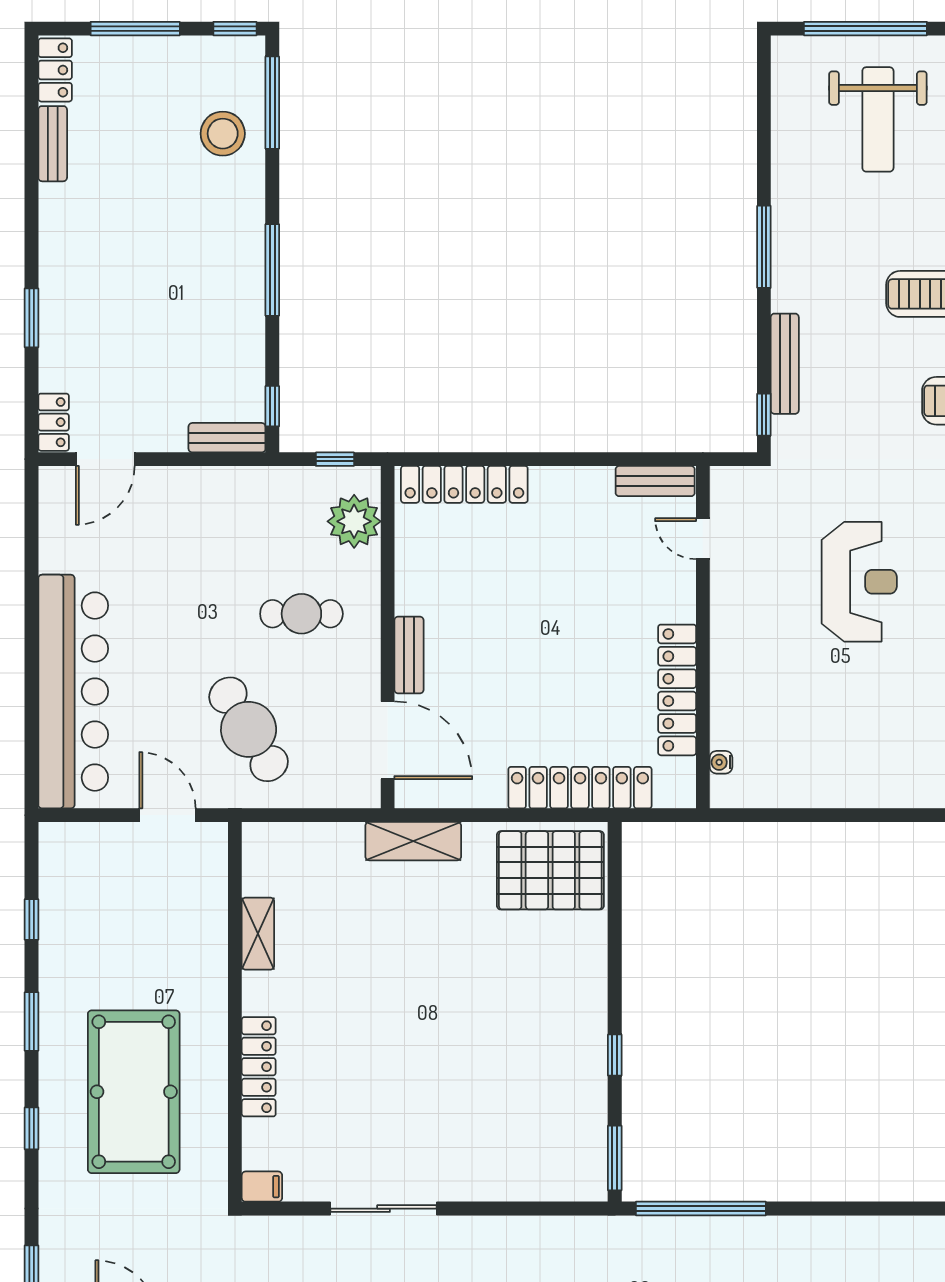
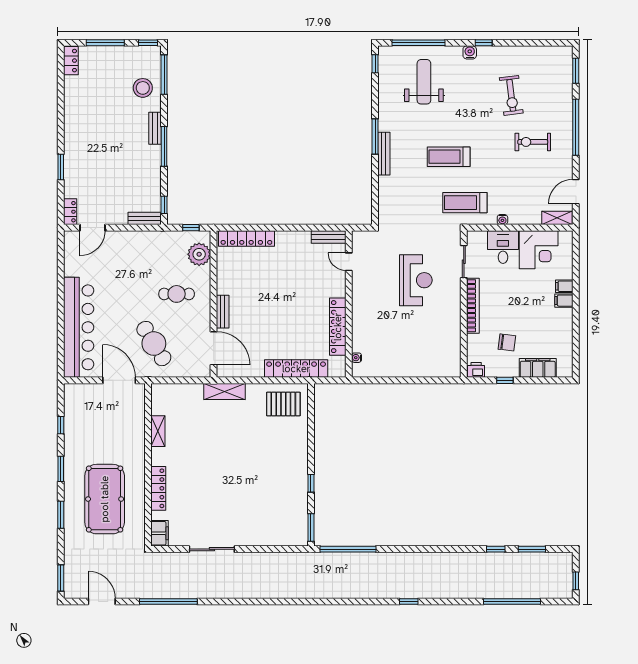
weight bench: (878, 119) -> (424, 82), turned 180
bench: (53, 144) -> (155, 128), moved
bench: (785, 364) -> (384, 154), moved
window: (764, 415) -> (375, 64), moved
door: (167, 815) -> (119, 380), width x1.36
pallet: (550, 870) -> (283, 404), width x0.73, depth x0.71
window: (32, 1128) -> (61, 515), width x1.50
filing cabinet: (262, 1187) -> (160, 533), width x2.00

